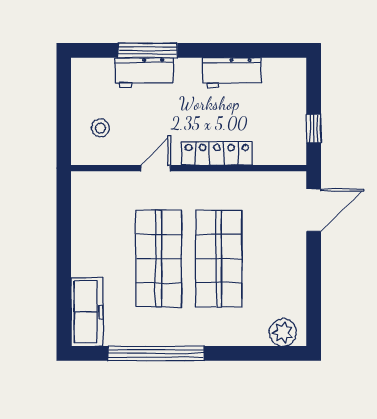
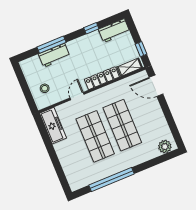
window: (236, 50) -> (91, 28), added
workbench: (232, 73) -> (114, 31), moved
shelving: (278, 154) -> (130, 67), added
door: (314, 210) -> (156, 86), swing flipped
freezer: (87, 312) -> (53, 126), moved

